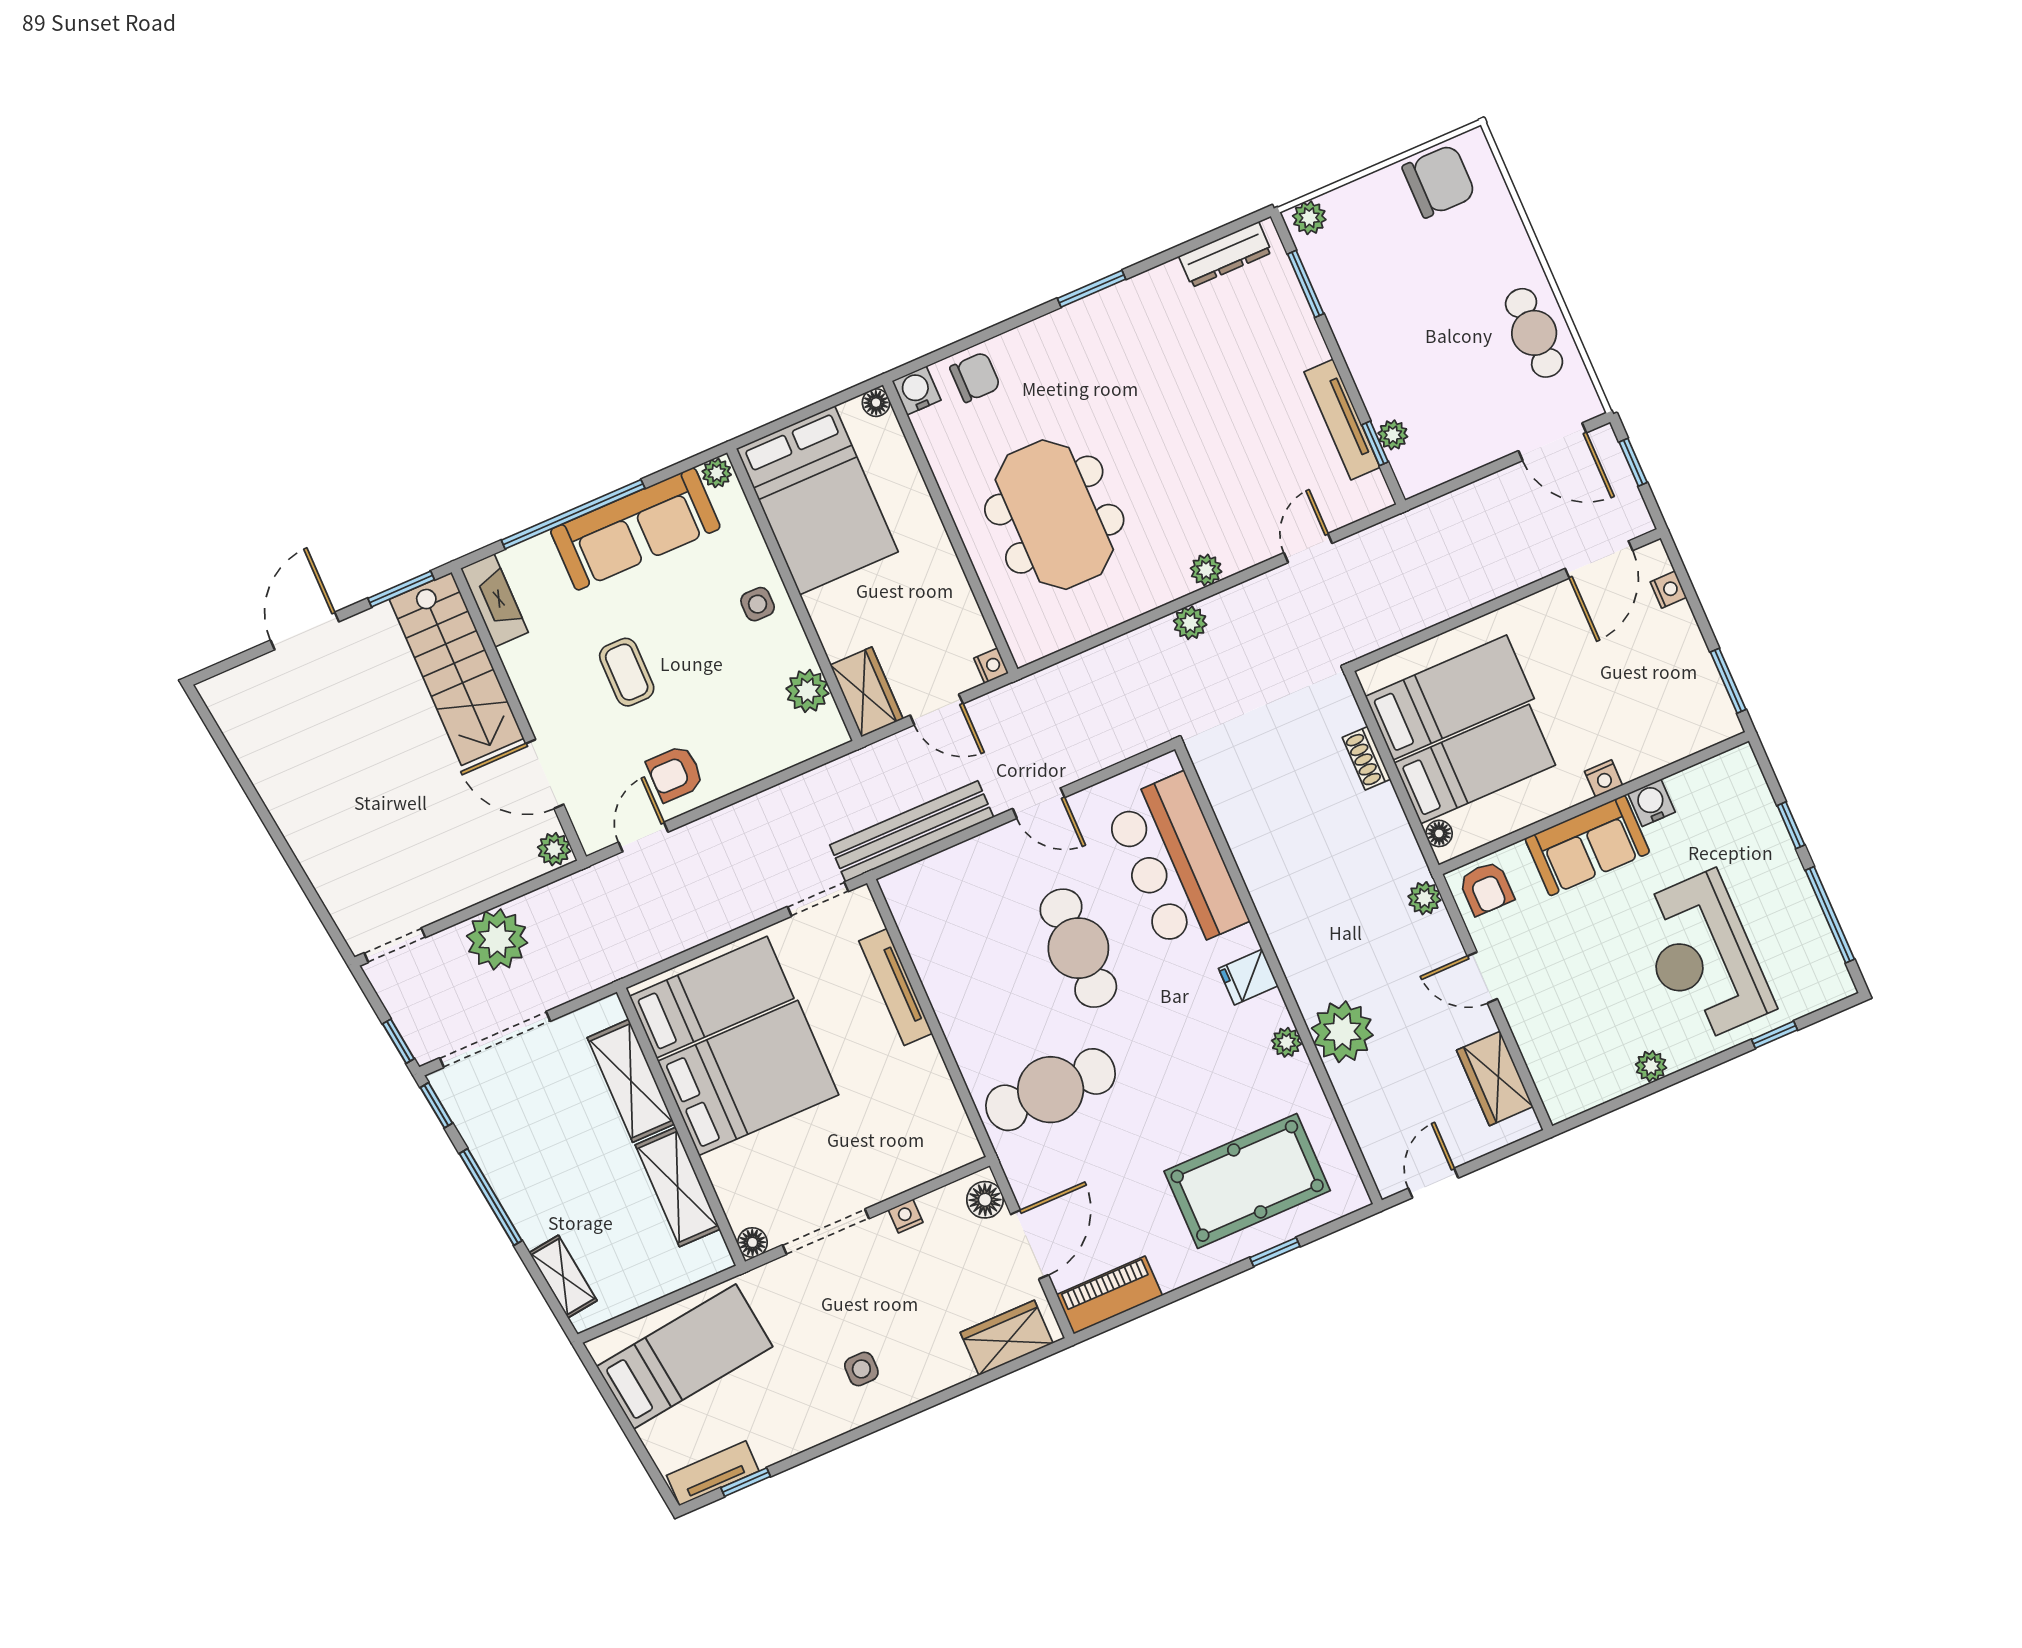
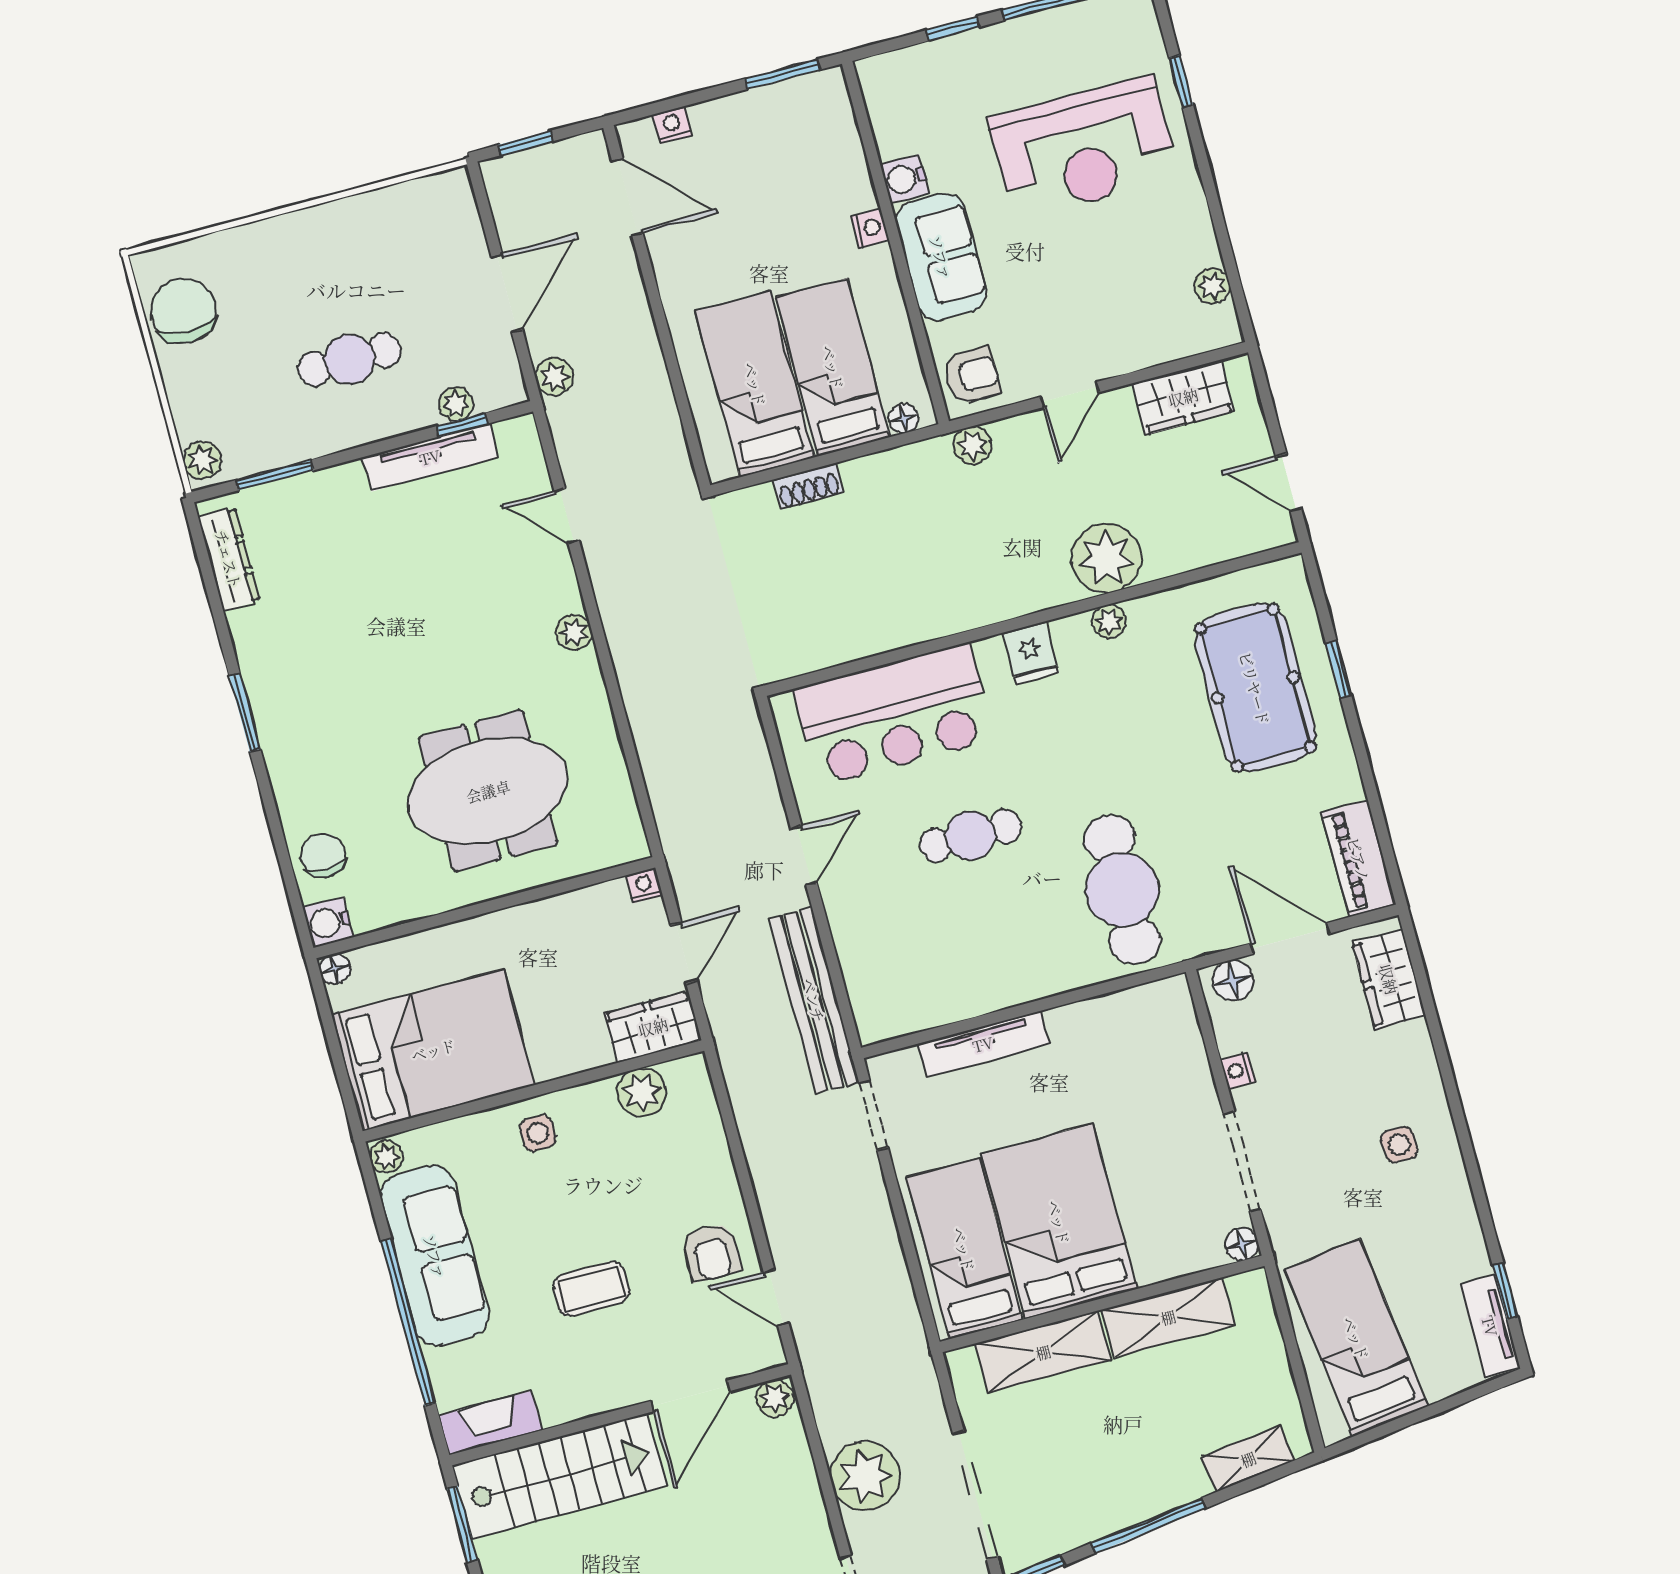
cafe table: (1534, 333) -> (349, 359), moved
door: (1552, 442) -> (507, 293), moved
plant: (1190, 623) -> (554, 377), moved
cafe table: (1078, 948) -> (971, 836), width x0.73, depth x0.74
plant: (1651, 1066) -> (1212, 286), moved

